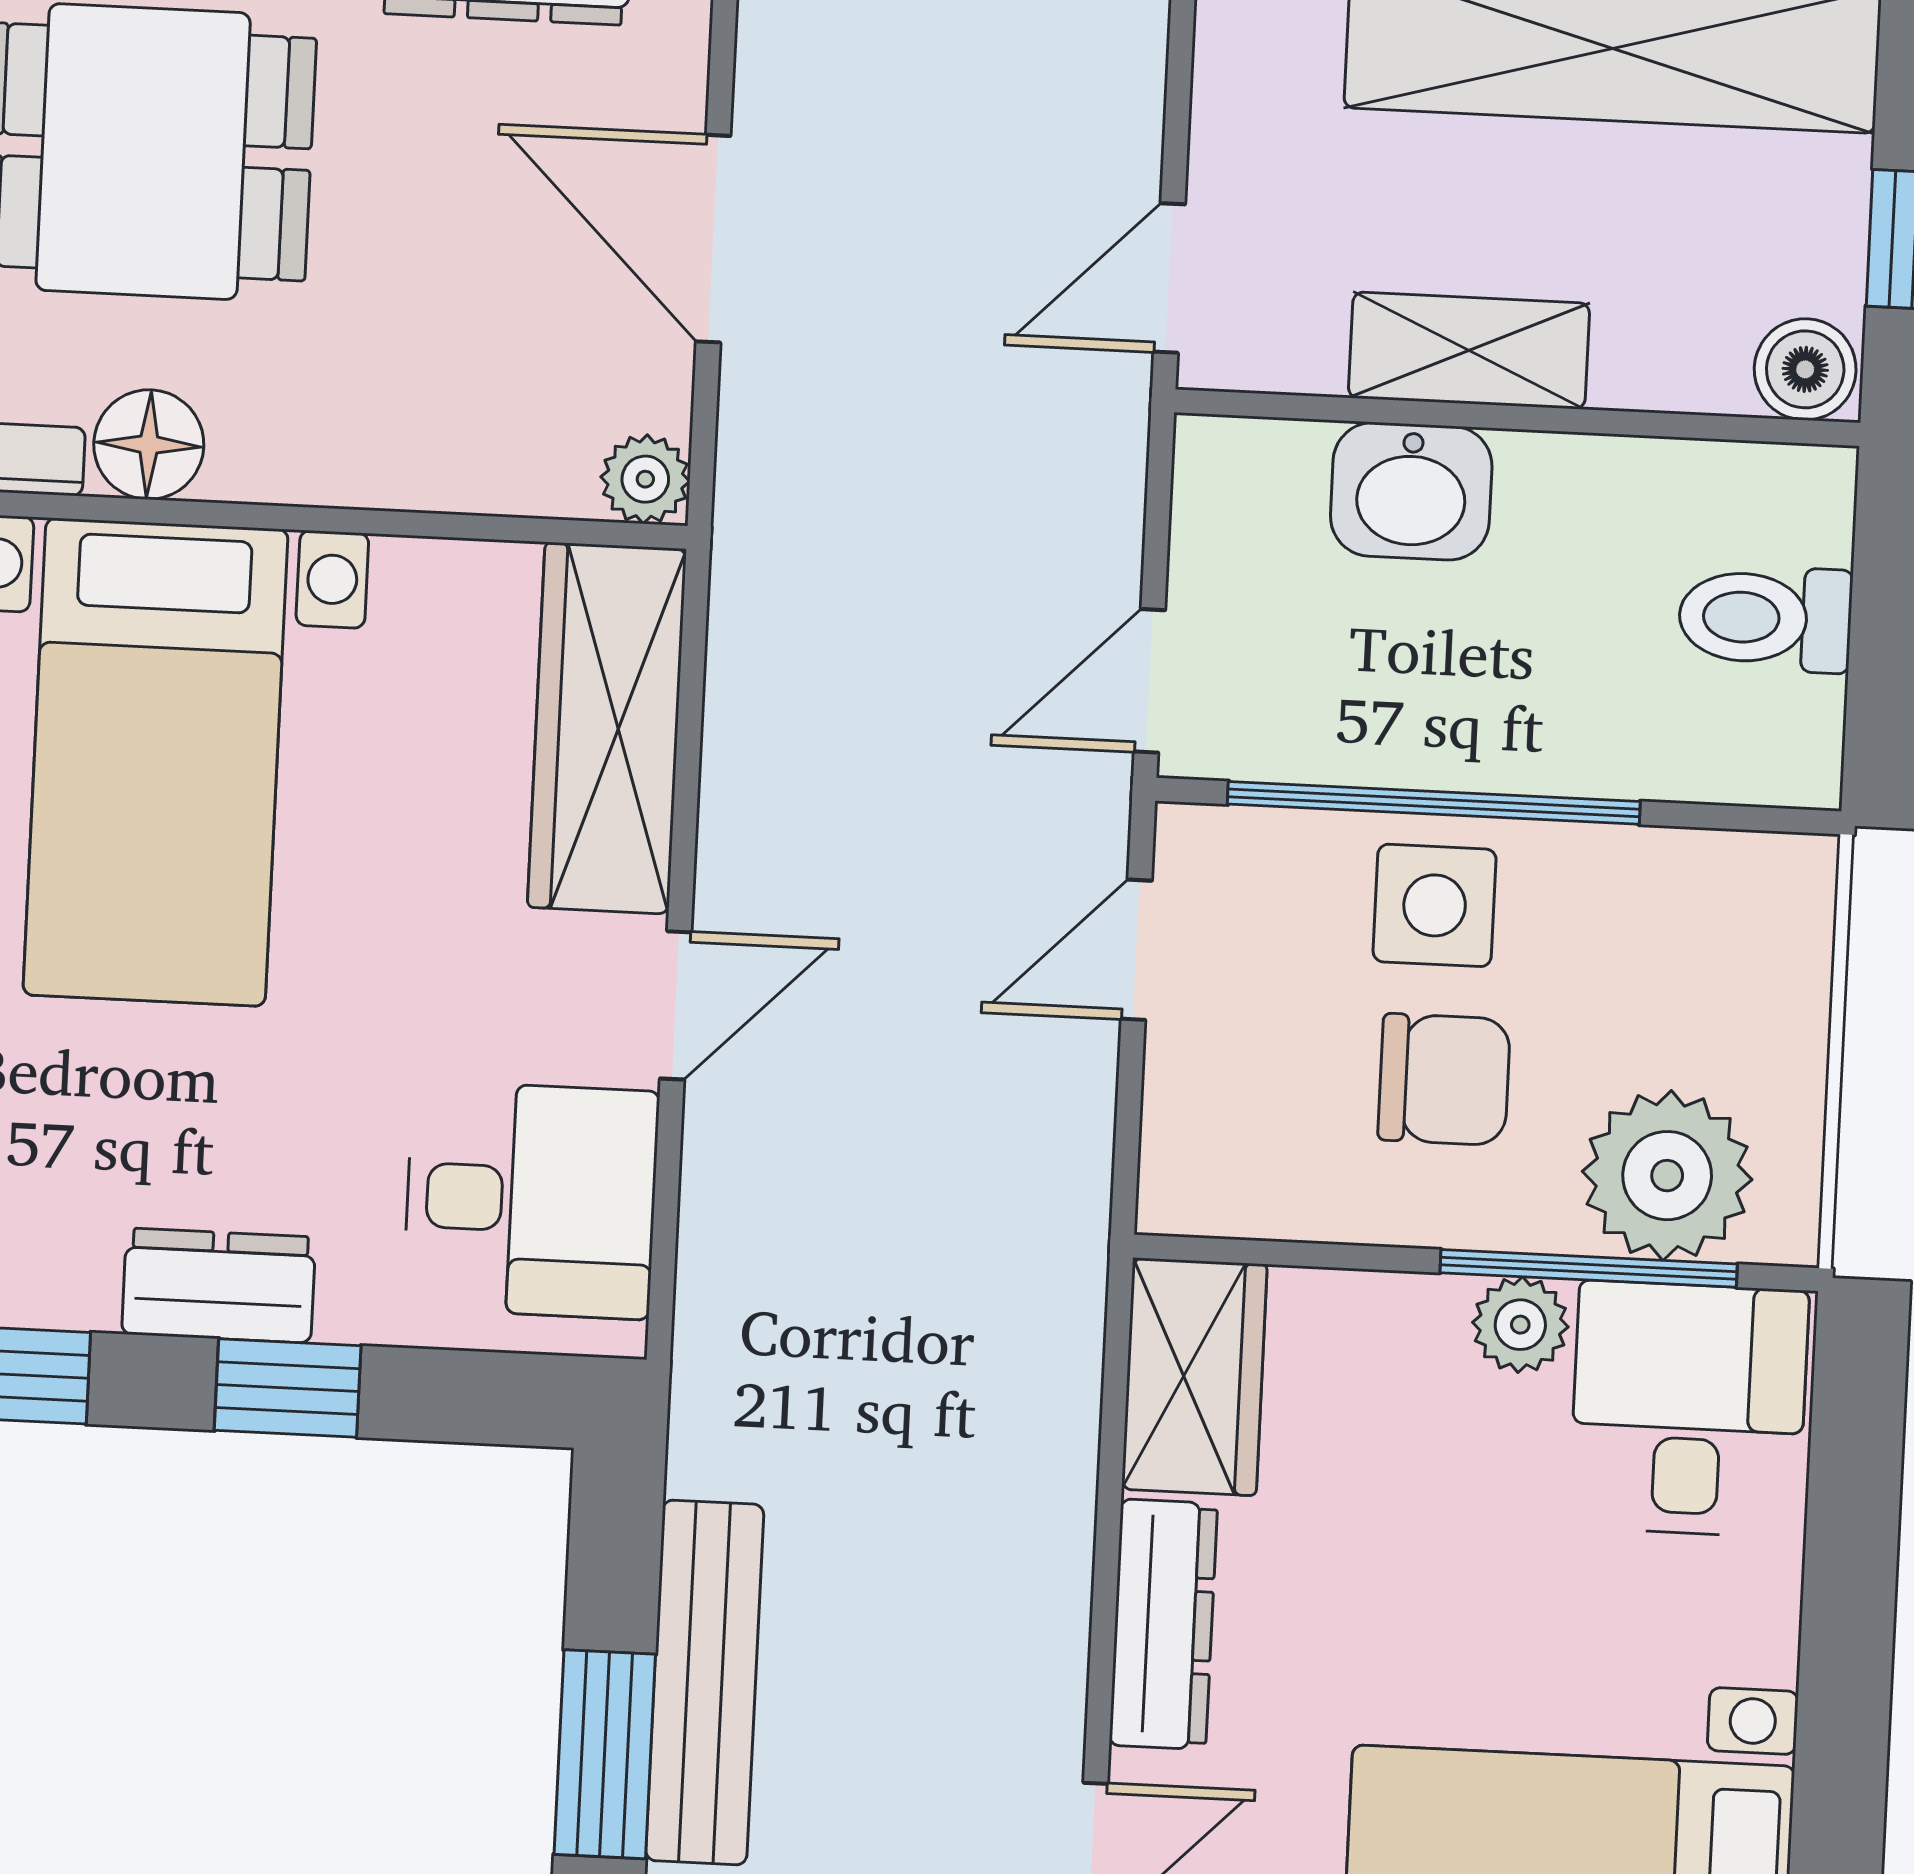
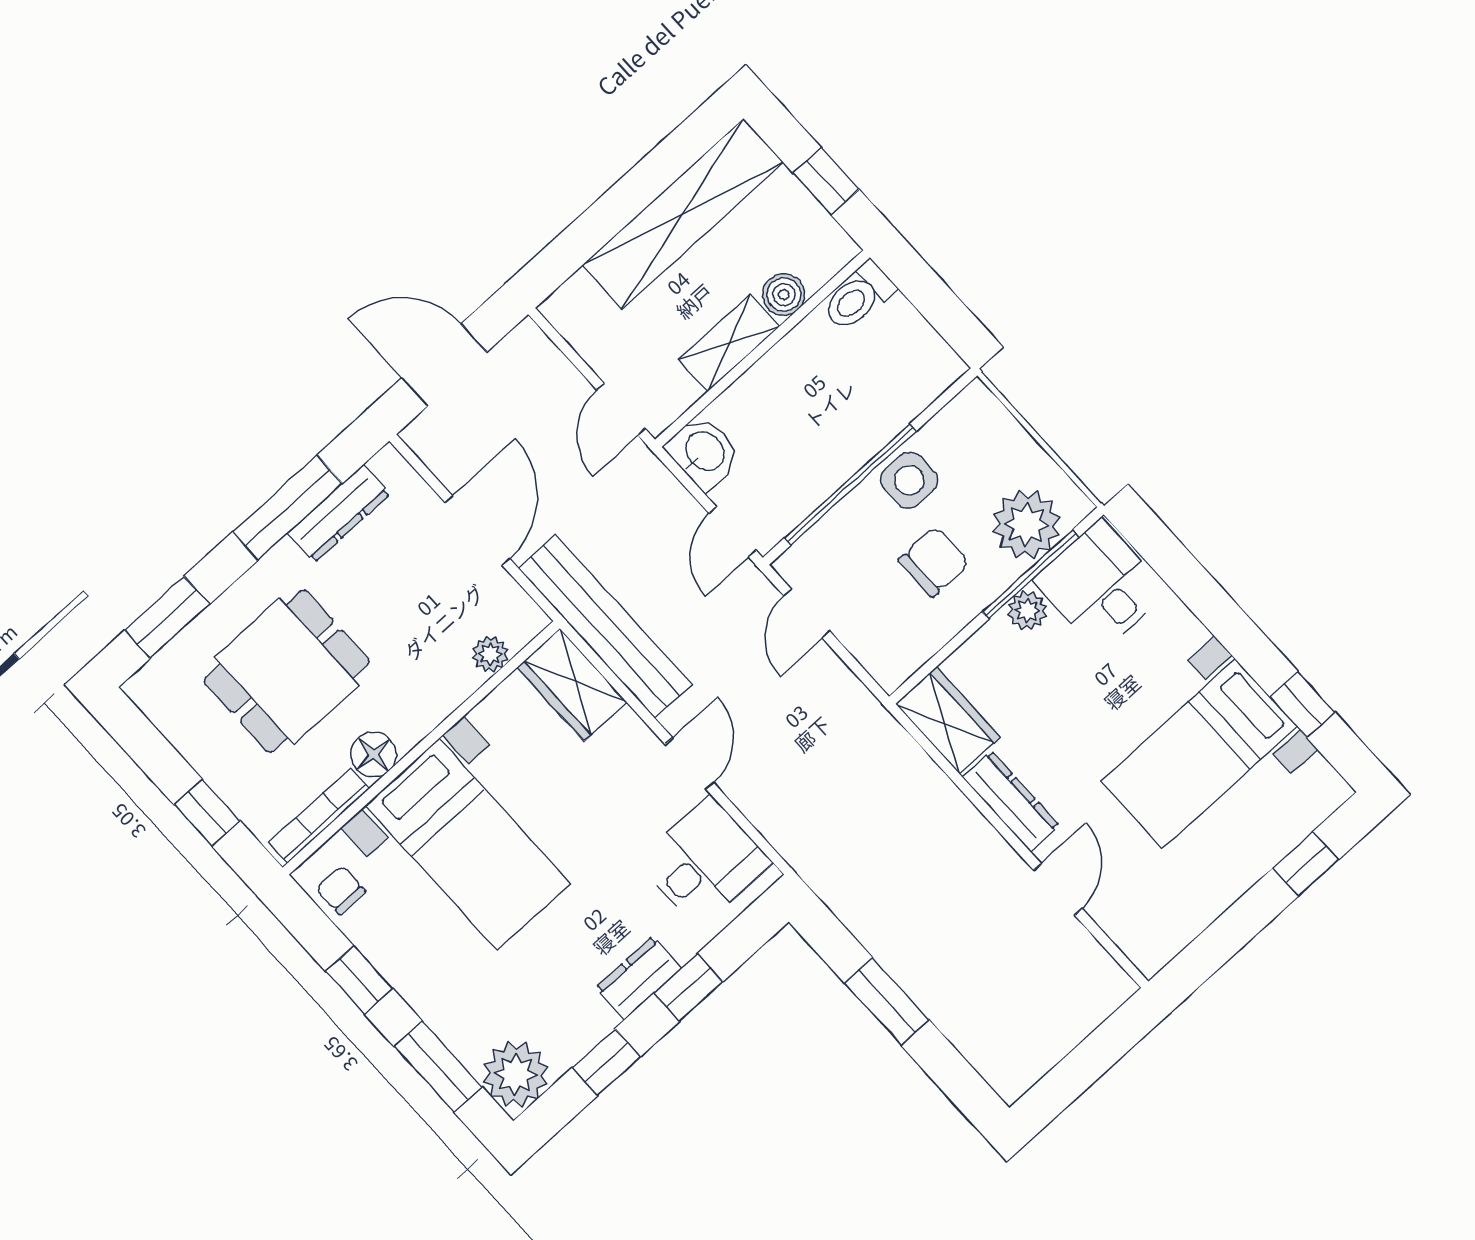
door: (713, 239) -> (477, 531), swing flipped
boiler: (1805, 369) -> (784, 295), moved
plant: (645, 479) -> (490, 654), moved
washbasin: (1411, 491) -> (704, 452), moved, turned -90
toilet: (1765, 618) -> (858, 297), moved
wardrobe: (607, 728) -> (572, 685), width x0.67
side table: (1435, 905) -> (909, 480), moved
bench: (705, 1682) -> (605, 626), moved, width x1.37, depth x1.21

